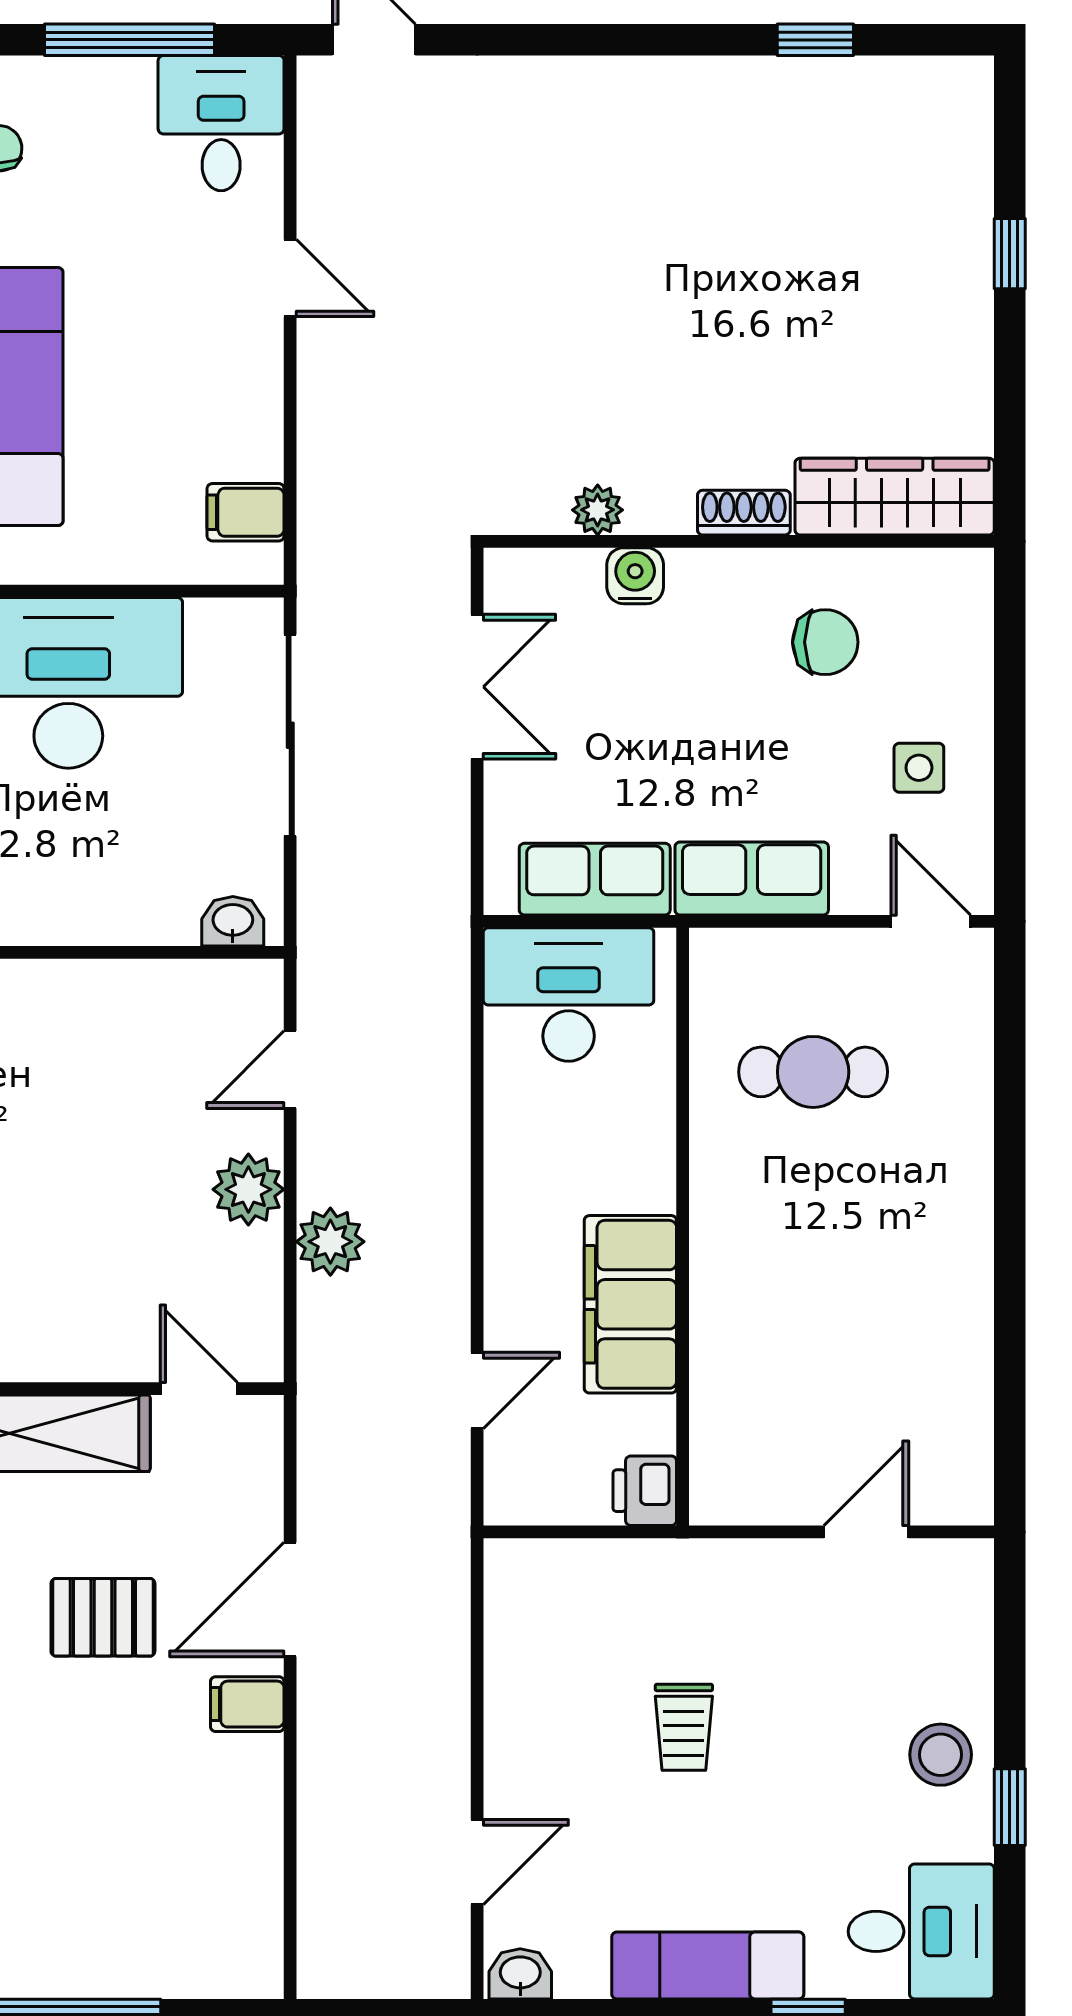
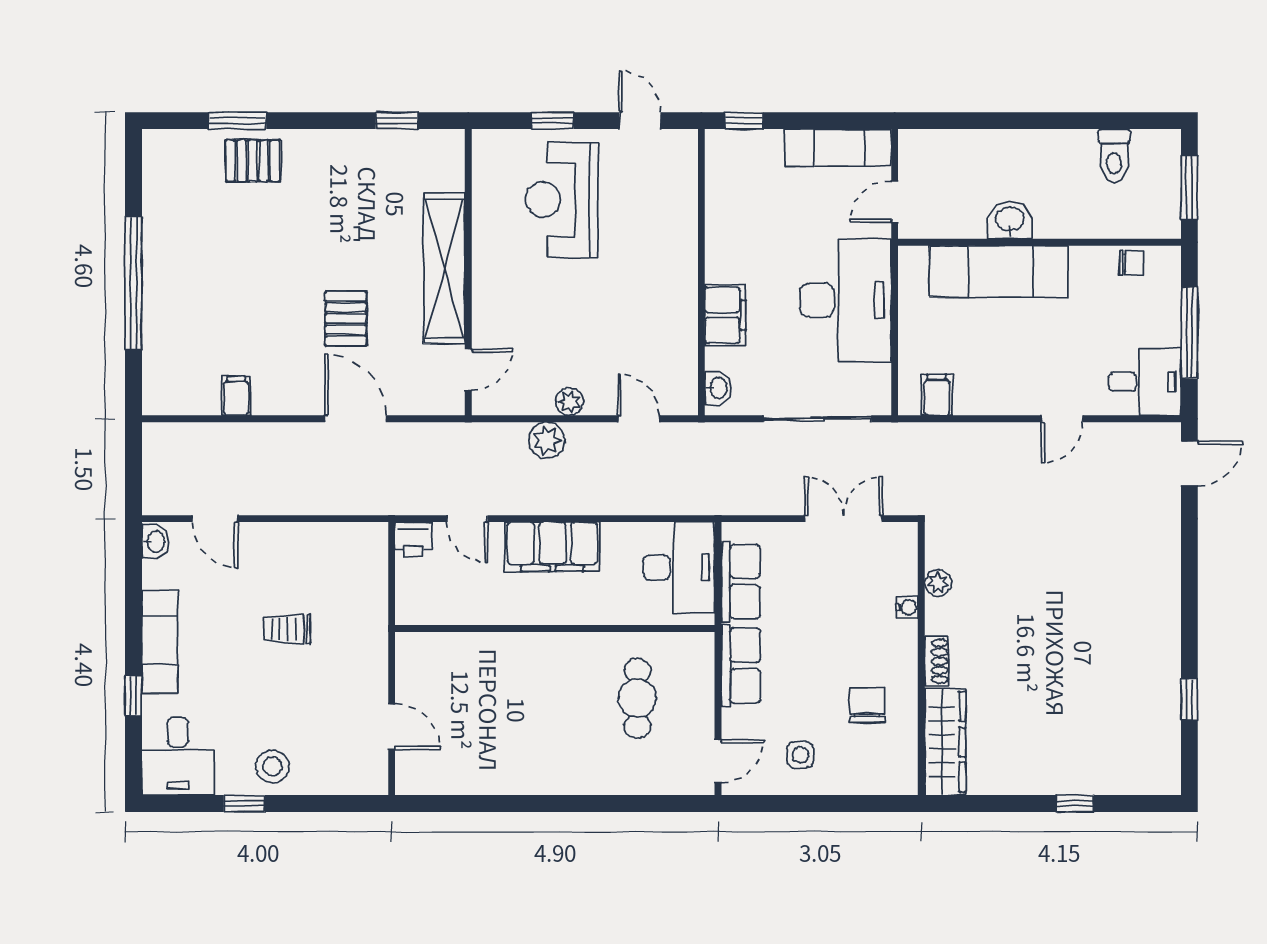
water cooler: (635, 576) -> (907, 607), width x0.72, depth x0.72
chair: (825, 642) -> (867, 705), turned 180
double door: (477, 687) -> (843, 519), swing flipped
filing cabinet: (96, 908) -> (725, 315), added
plant: (248, 1189) -> (569, 402), width x0.73, depth x0.73
filing cabinet: (630, 1304) -> (552, 547), moved, turned 180
printer: (645, 1491) -> (414, 539), moved, turned 180
filing cabinet: (247, 1704) -> (236, 396), moved

